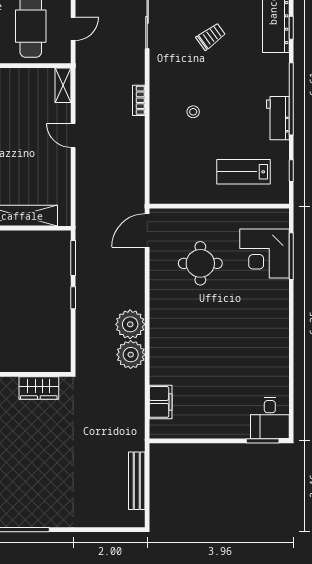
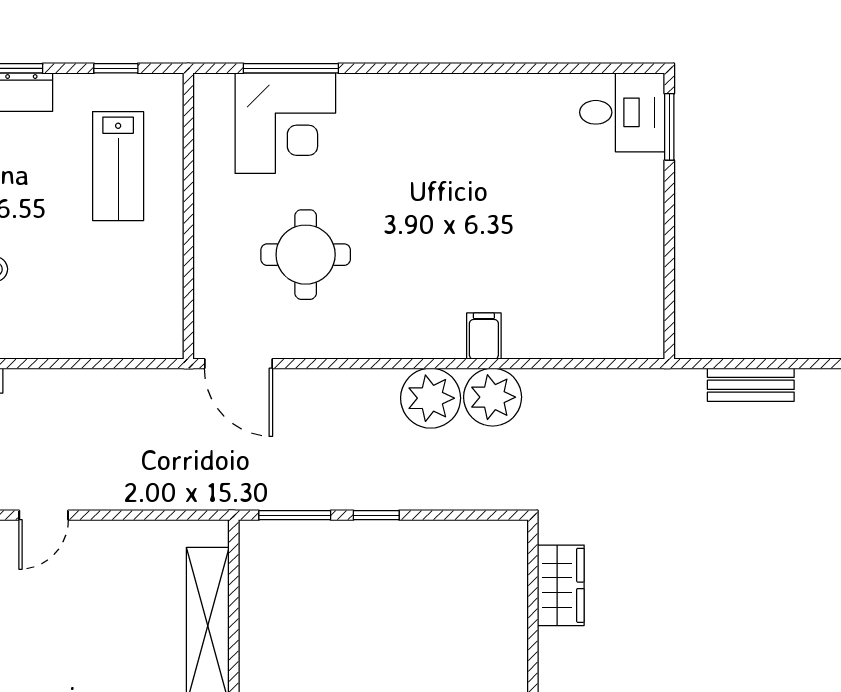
filing cabinet: (161, 402) -> (484, 336), moved, width x0.50
bench: (137, 481) -> (751, 385), width x0.73

